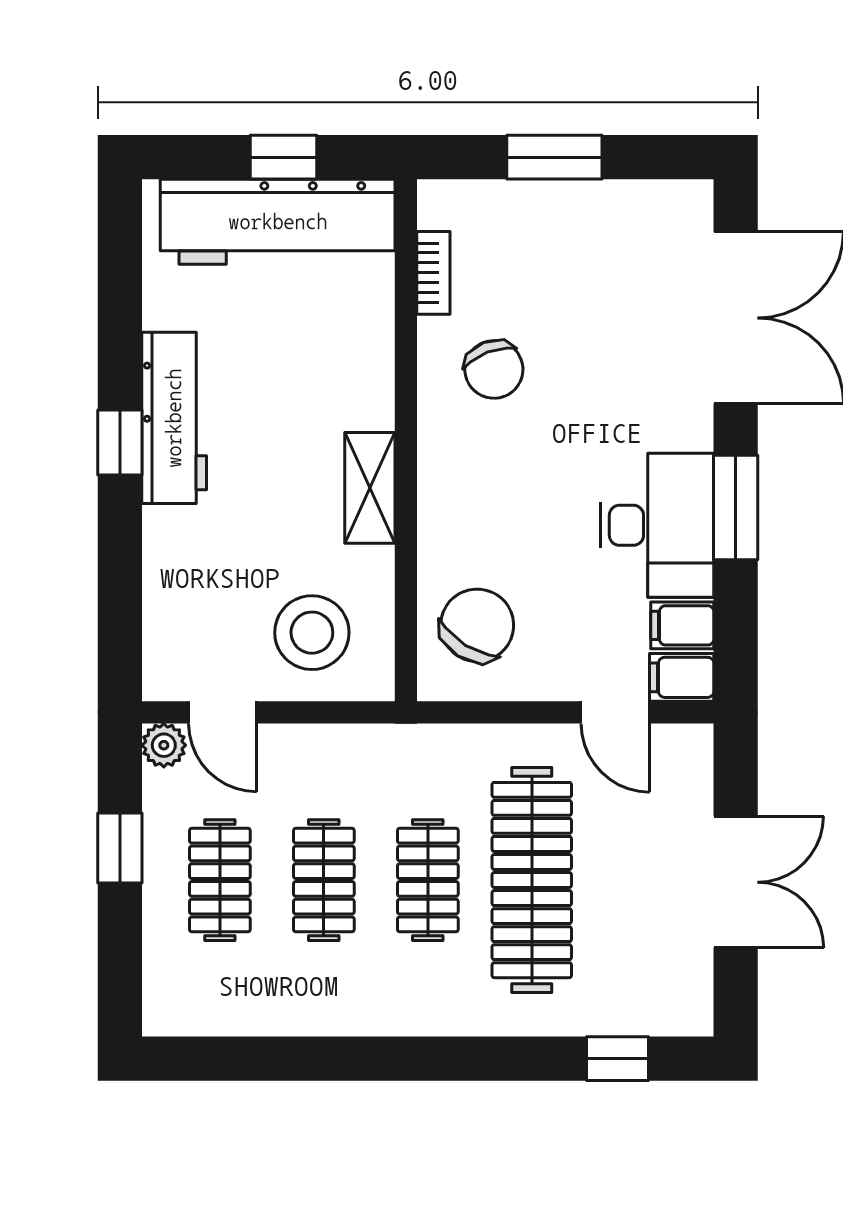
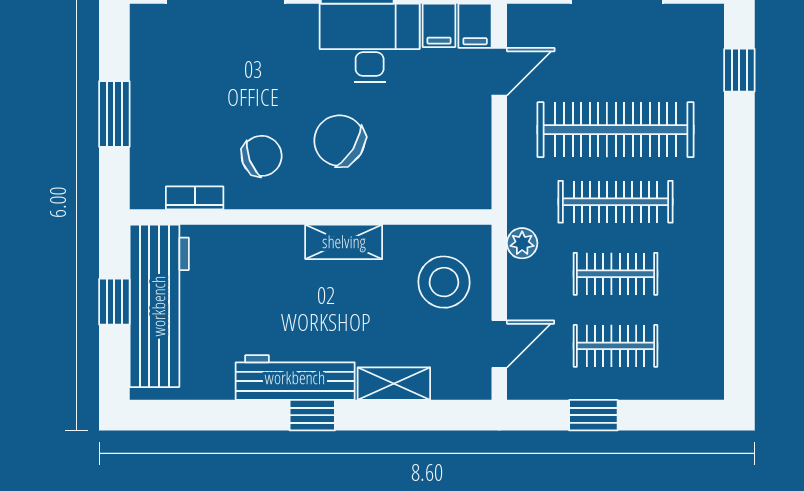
shelving: (165, 560) -> (394, 384), added
chair: (477, 625) -> (339, 141), moved
plant: (164, 745) -> (522, 243), moved
clothes rail: (428, 880) -> (616, 202), width x1.36

